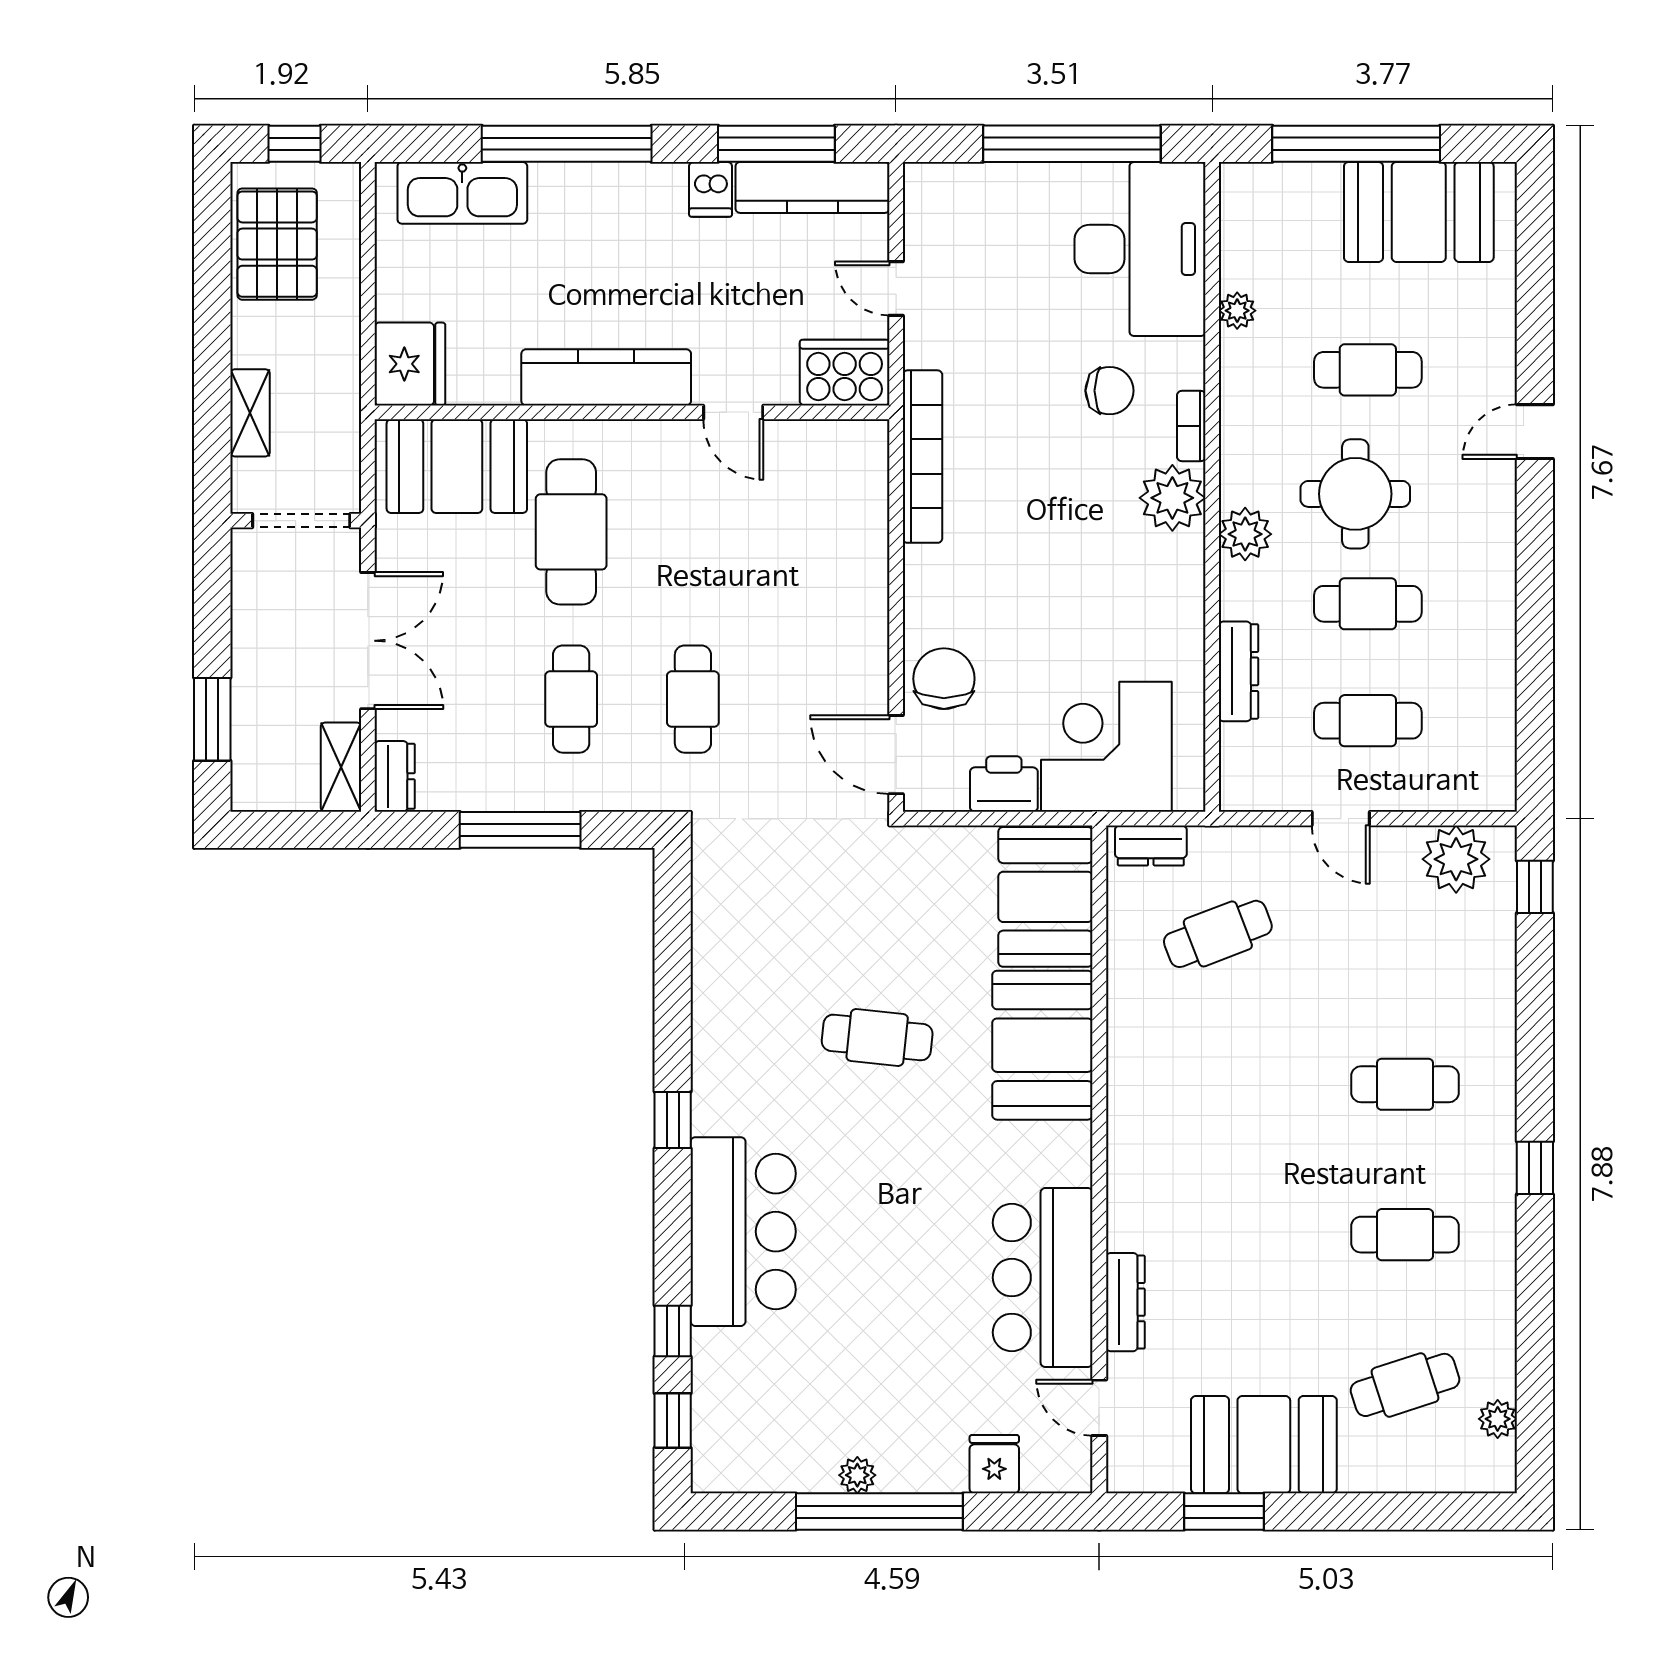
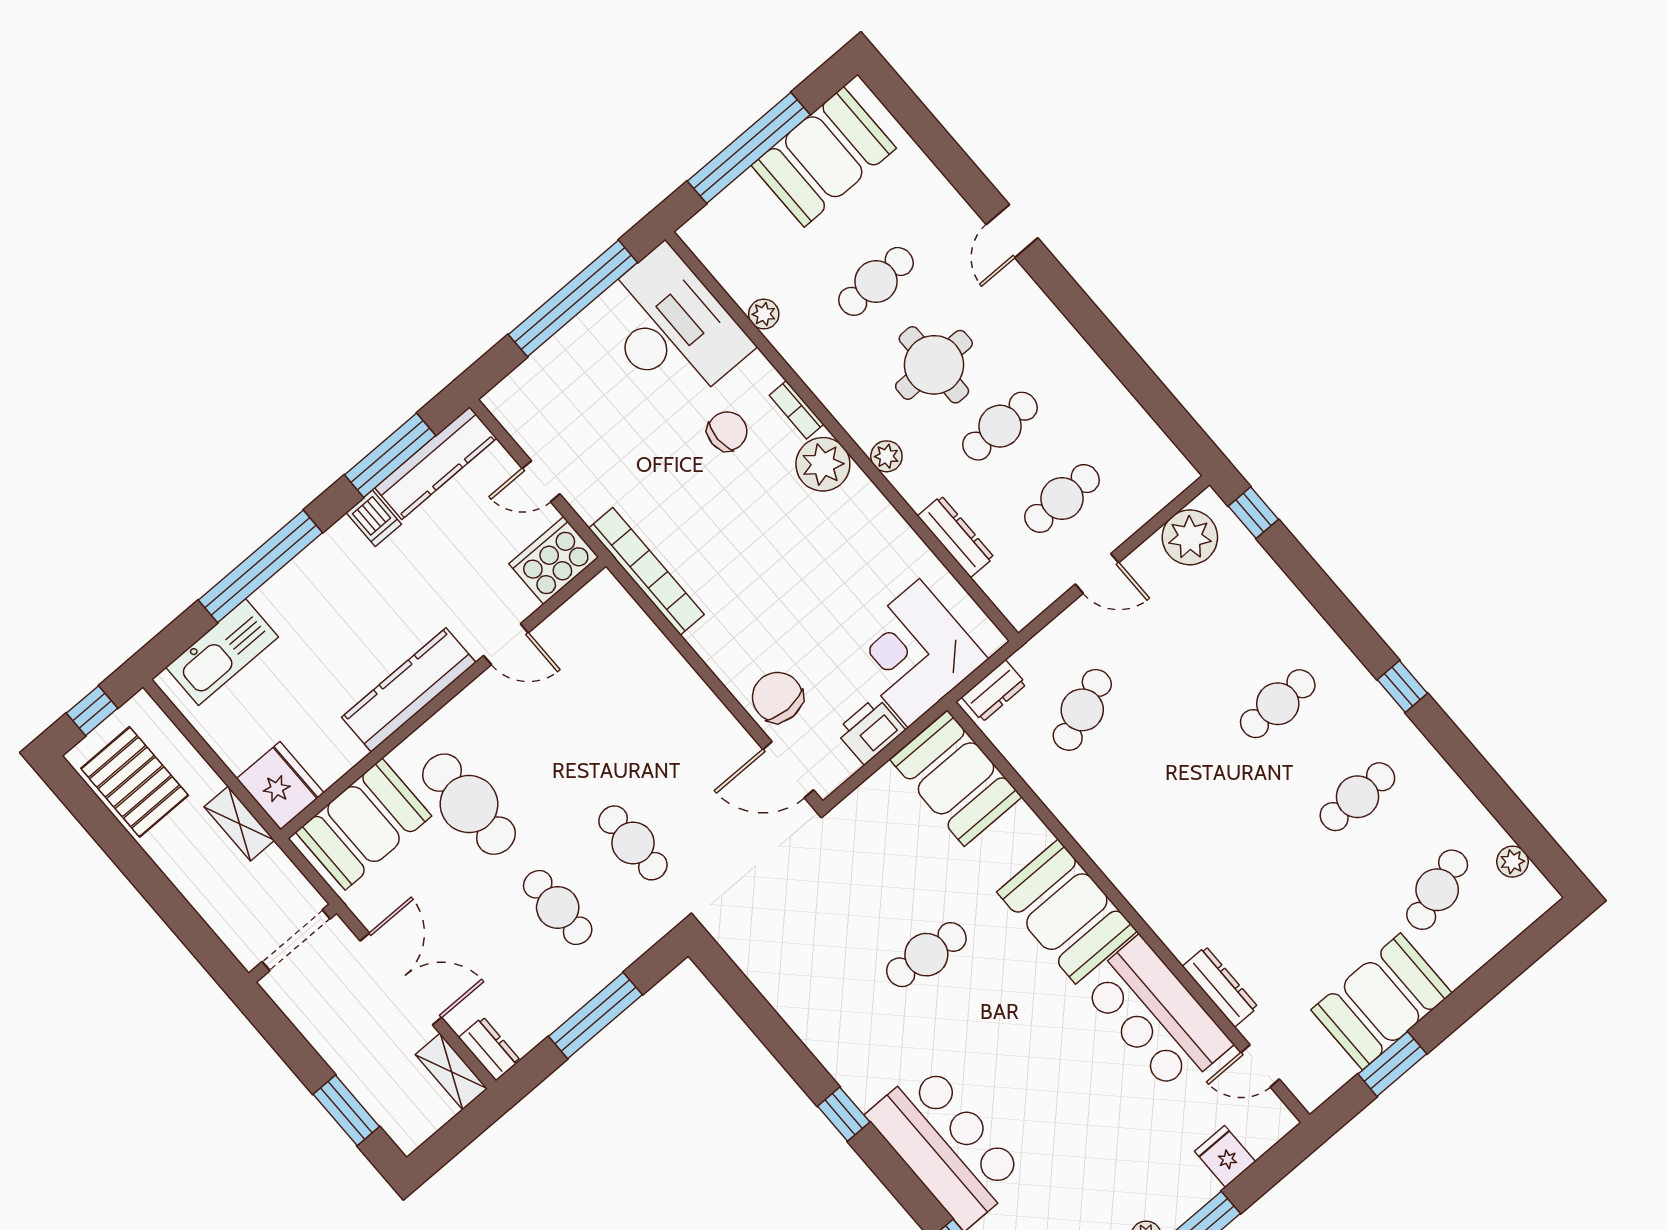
shelving: (250, 413) -> (239, 824), moved
plant: (1245, 534) -> (886, 456), width x0.73, depth x0.73
booth: (1042, 1045) -> (1067, 912), moved

